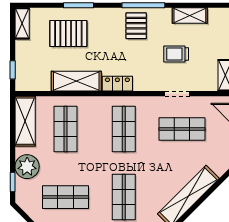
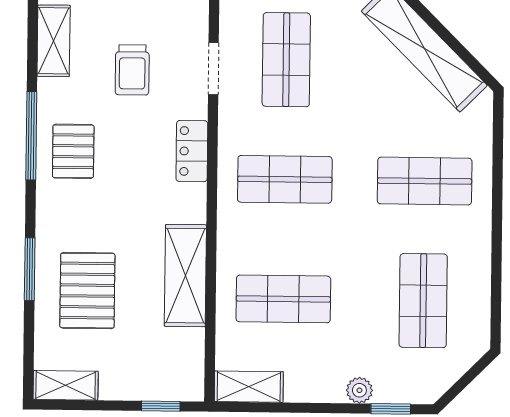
pallet: (136, 26) -> (73, 151), turned 90
locker: (117, 84) -> (192, 151), moved
shelving: (25, 121) -> (249, 387), width x0.67, depth x0.75
plant: (27, 167) -> (359, 390), width x0.53, depth x0.53

